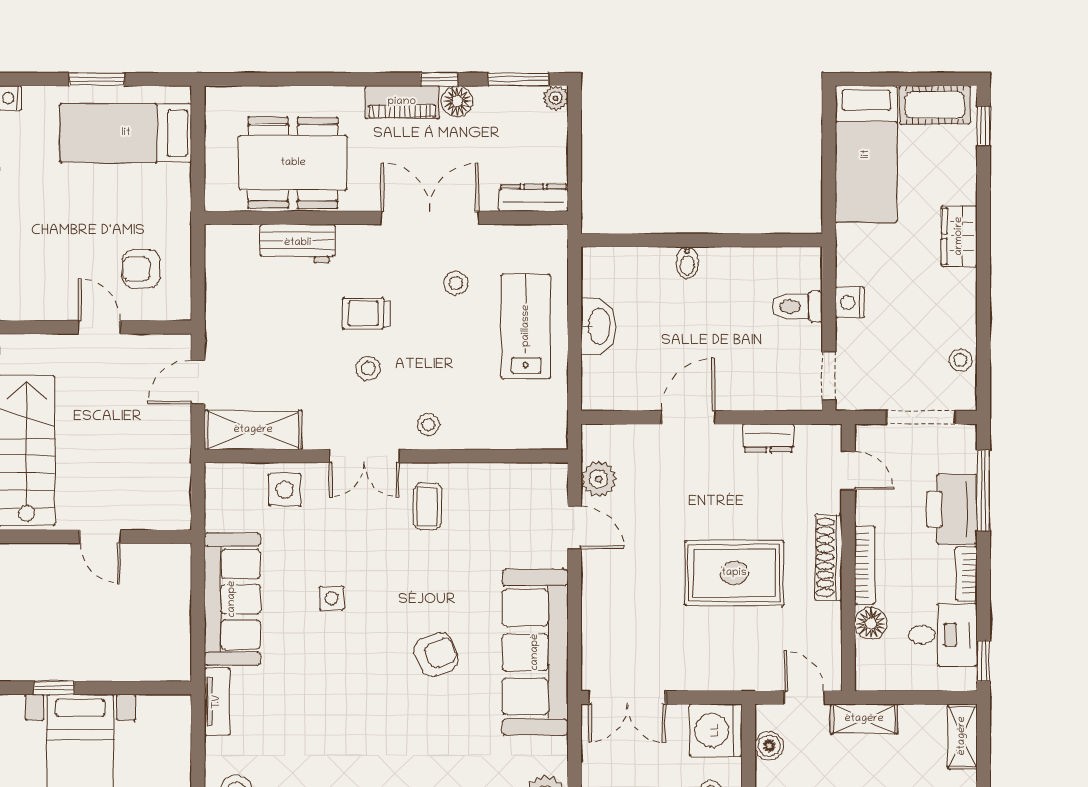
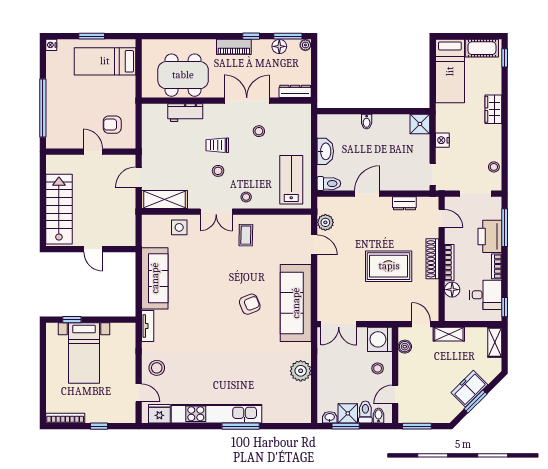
floor lamp: (457, 101) -> (279, 46), moved
shower: (801, 268) -> (420, 124), added
toilet: (797, 307) -> (329, 184), moved, turned 180
lab bench: (526, 326) -> (291, 180), moved
side table: (332, 598) -> (201, 278), removed

